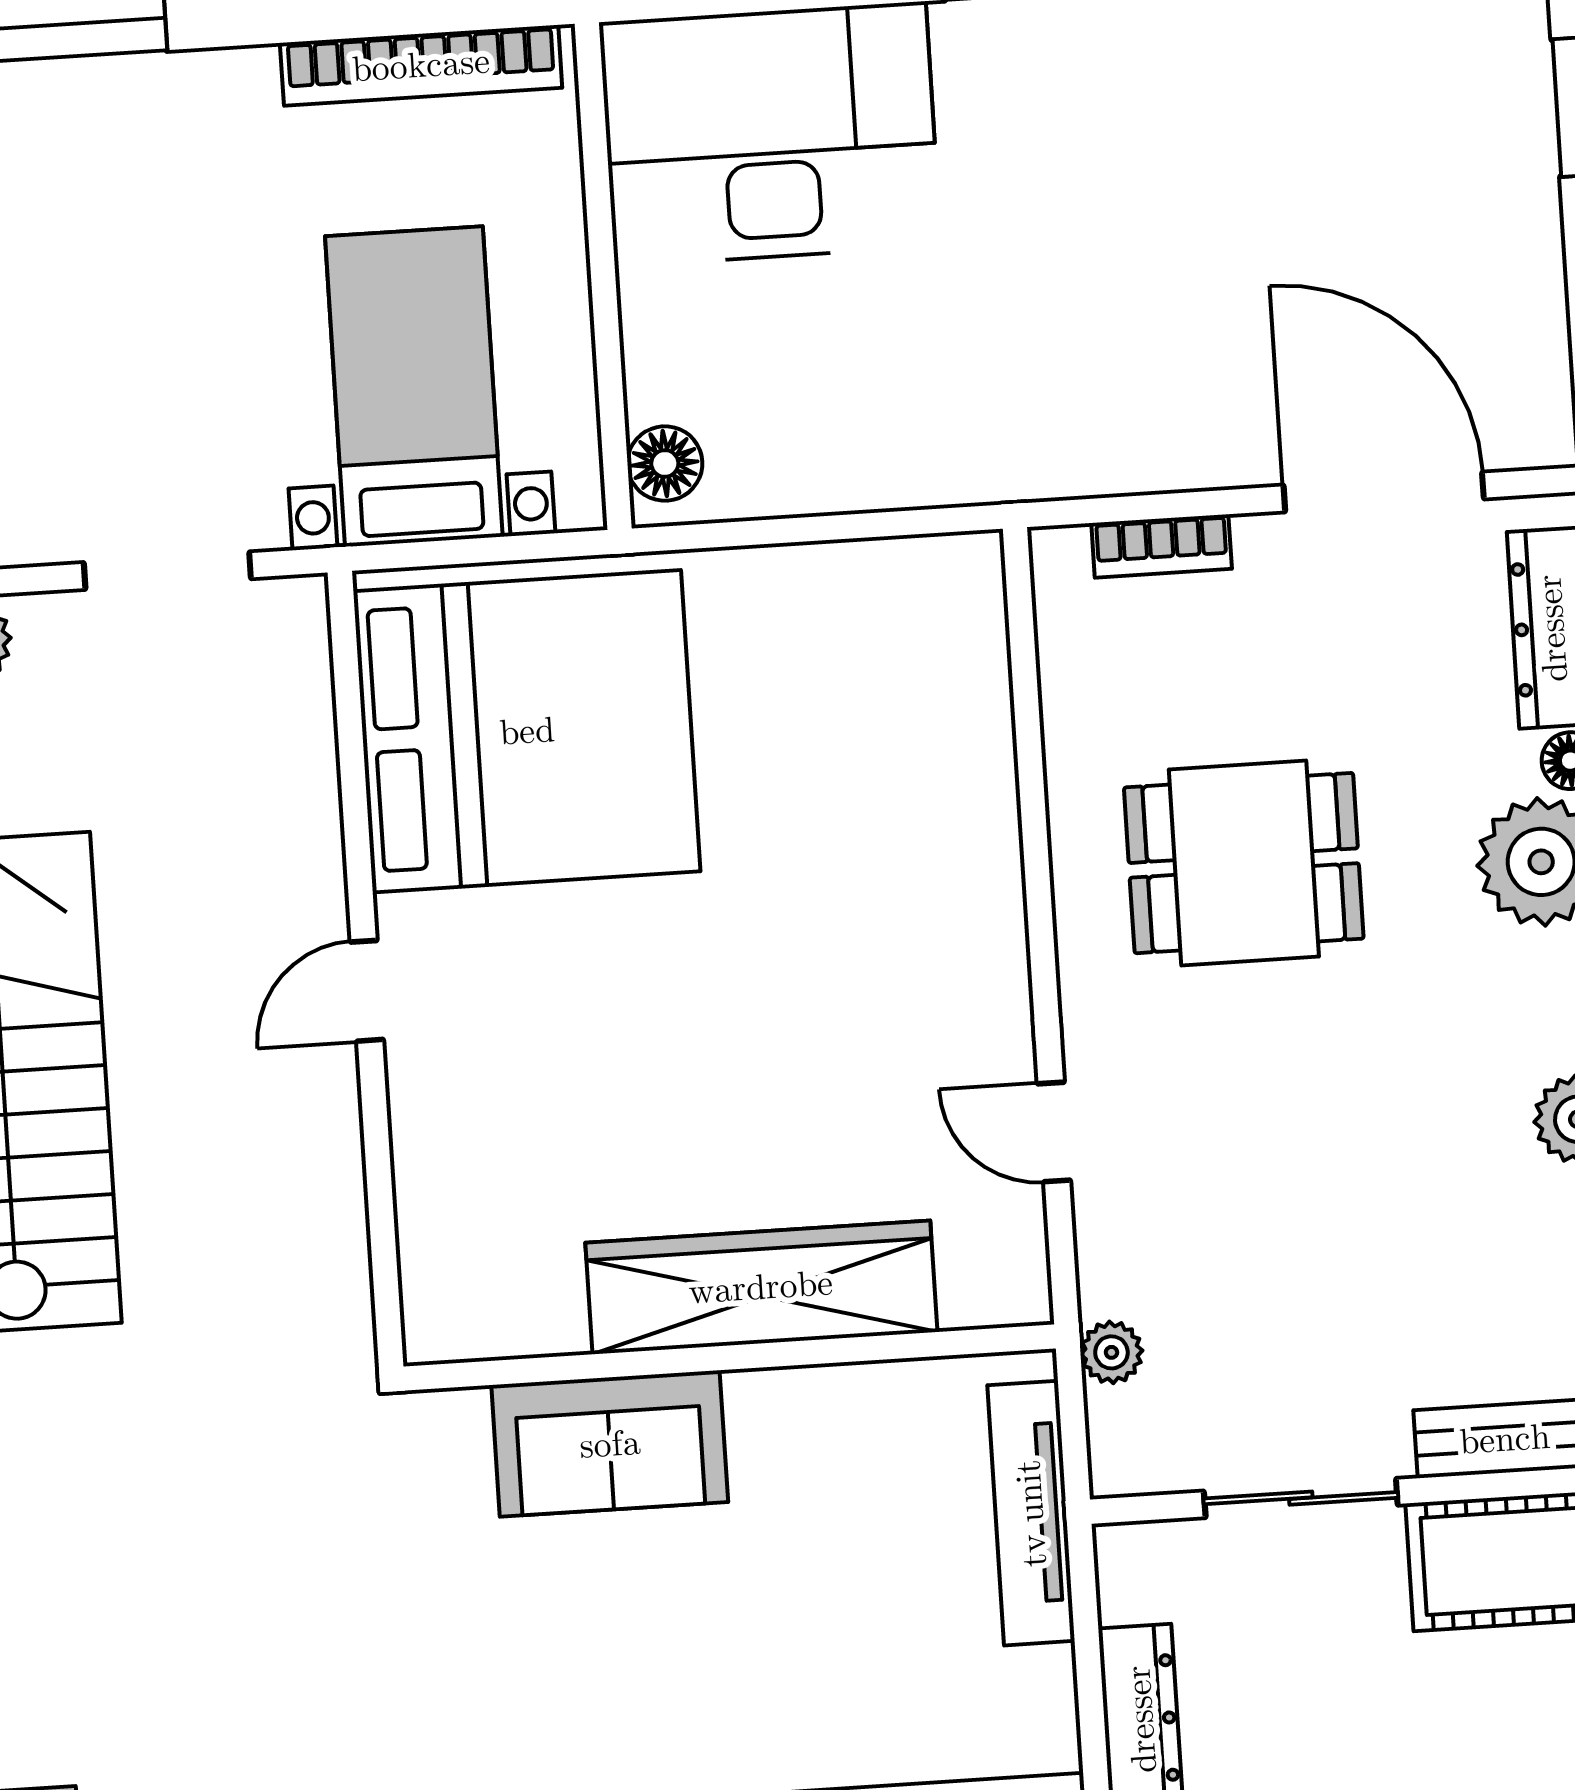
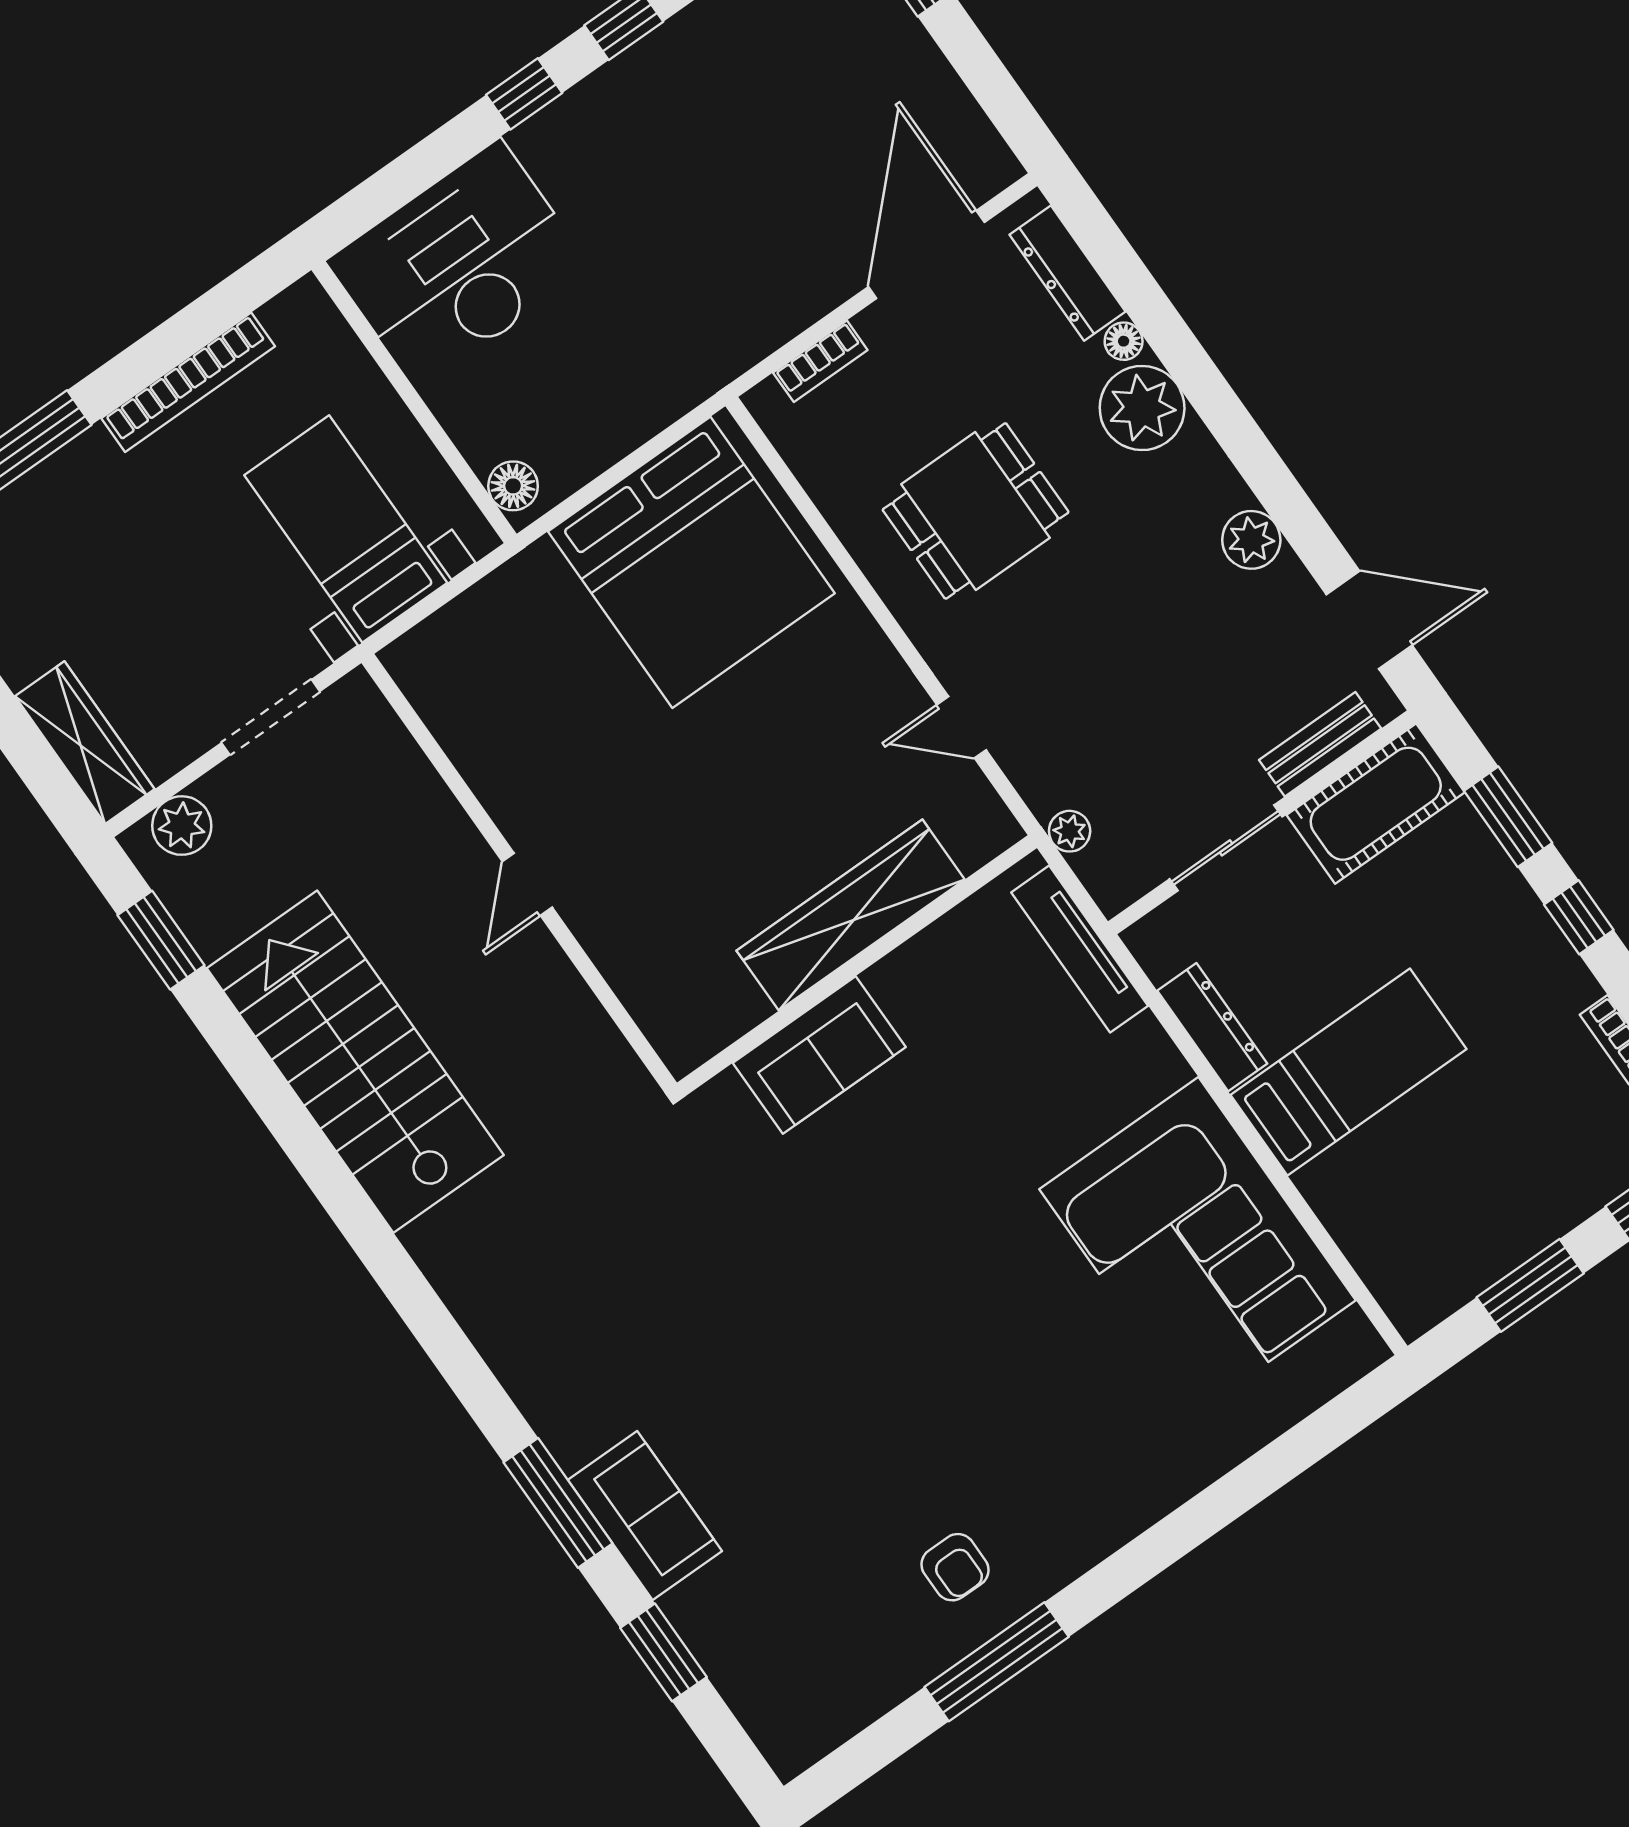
bookcase: (421, 65) -> (188, 382), moved
door: (1384, 492) -> (926, 255), hinge flipped
bed: (527, 731) -> (691, 562), moved, turned 90

